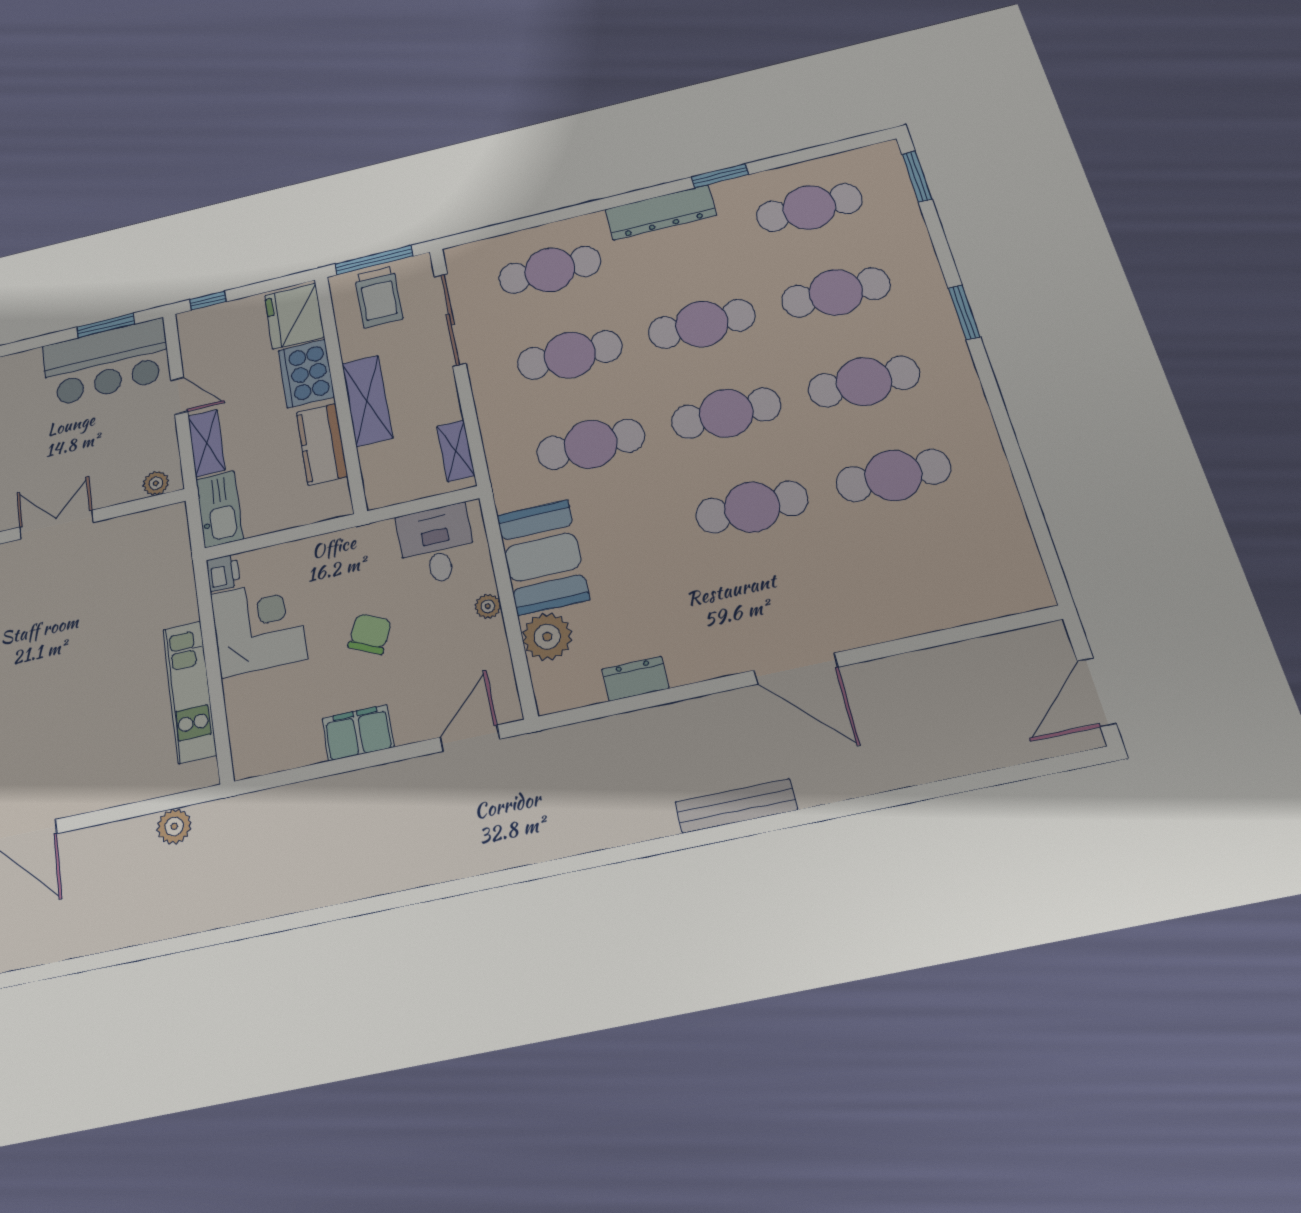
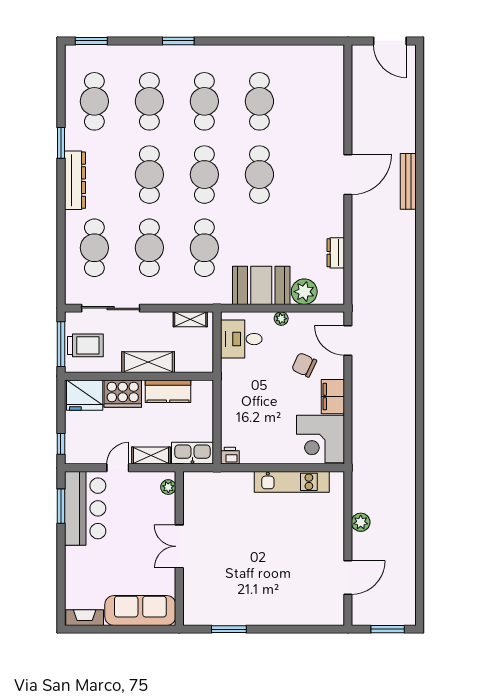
corner desk: (259, 626) -> (320, 439), moved, turned -90
chair: (370, 634) -> (304, 365), moved
bench: (736, 806) -> (408, 181), moved
plant: (174, 826) -> (361, 522), moved

